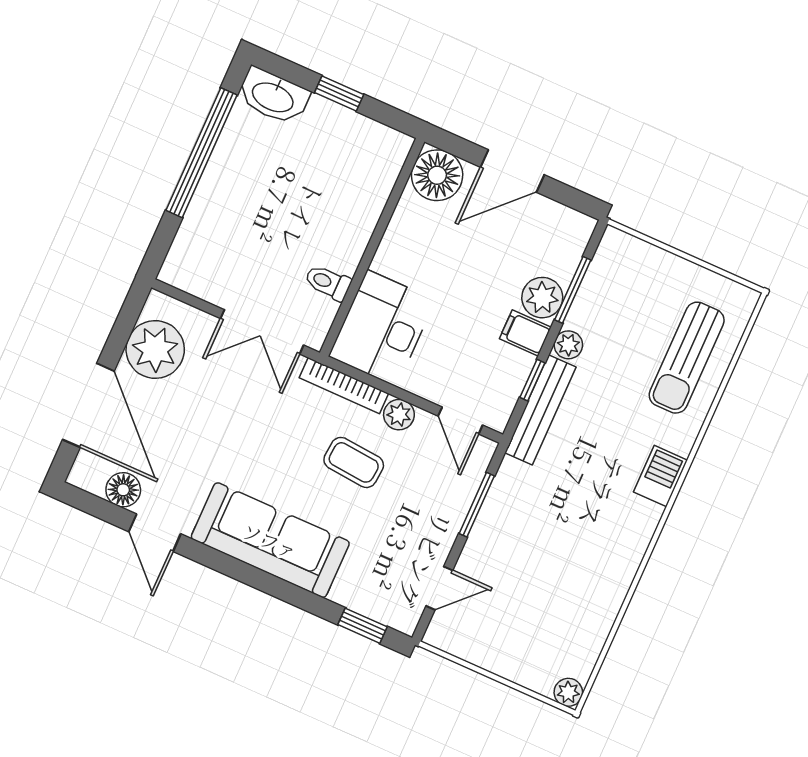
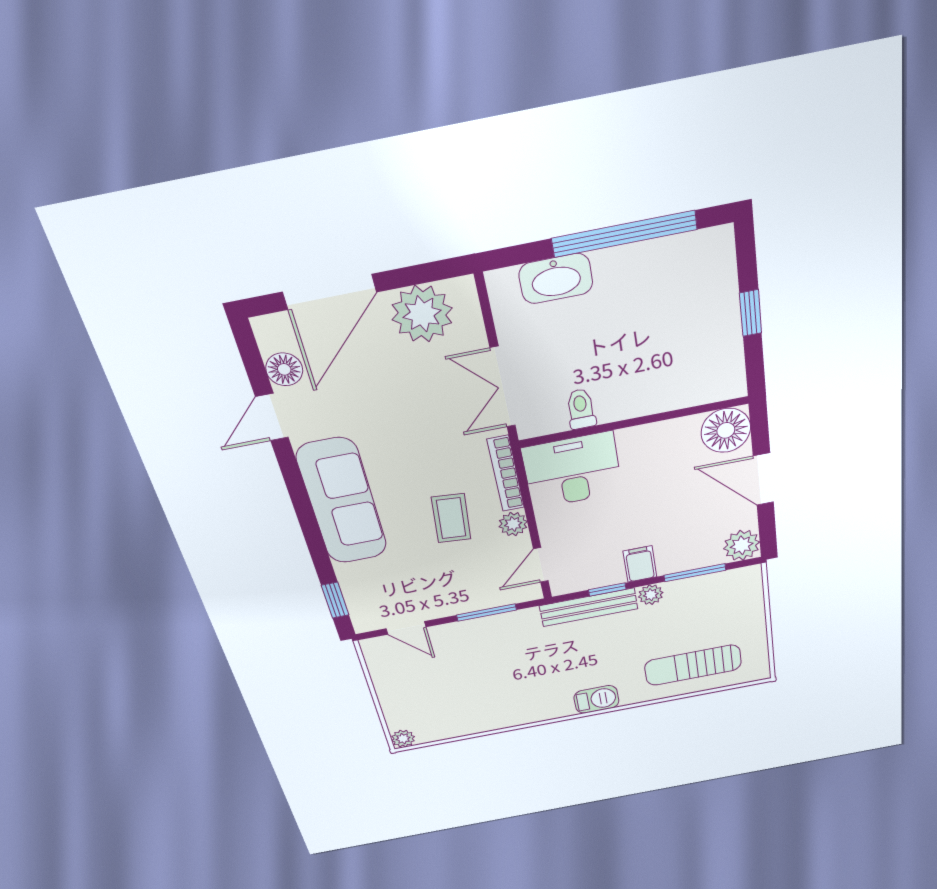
washbasin: (273, 96) -> (556, 279), moved, turned -90
plant: (542, 298) -> (742, 545), moved

